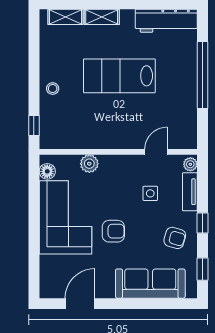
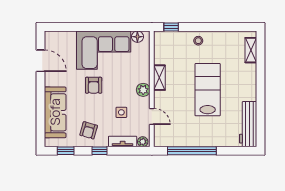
shelving: (102, 17) -> (159, 78), moved
window: (203, 75) -> (192, 151), moved
plant: (89, 164) -> (143, 90), moved

